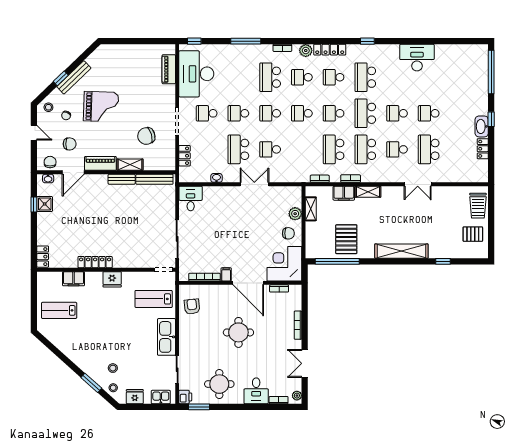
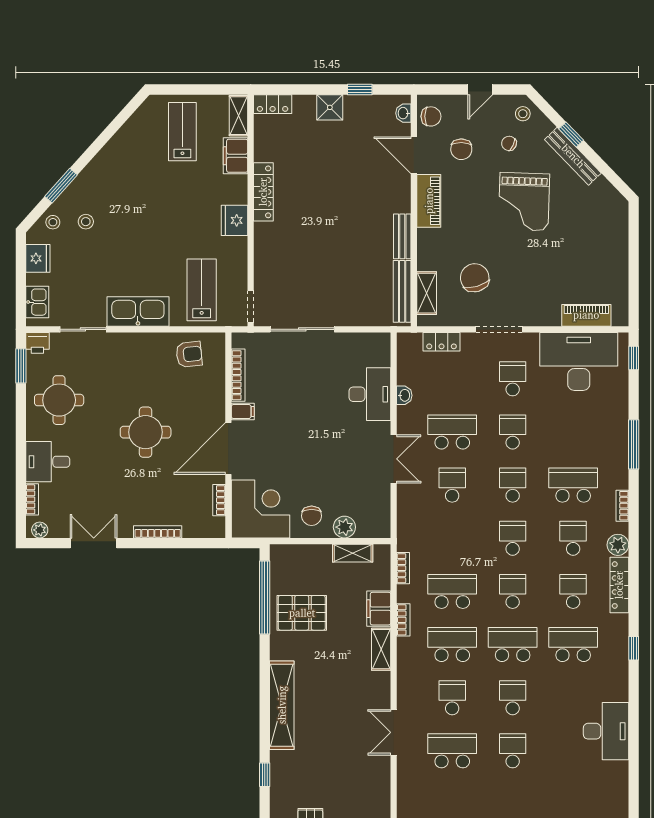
shelving: (130, 165) -> (427, 293), moved
desk: (191, 199) -> (370, 394), moved, width x1.37
shower: (45, 204) -> (330, 107), moved
shelving: (50, 277) -> (238, 116), added

